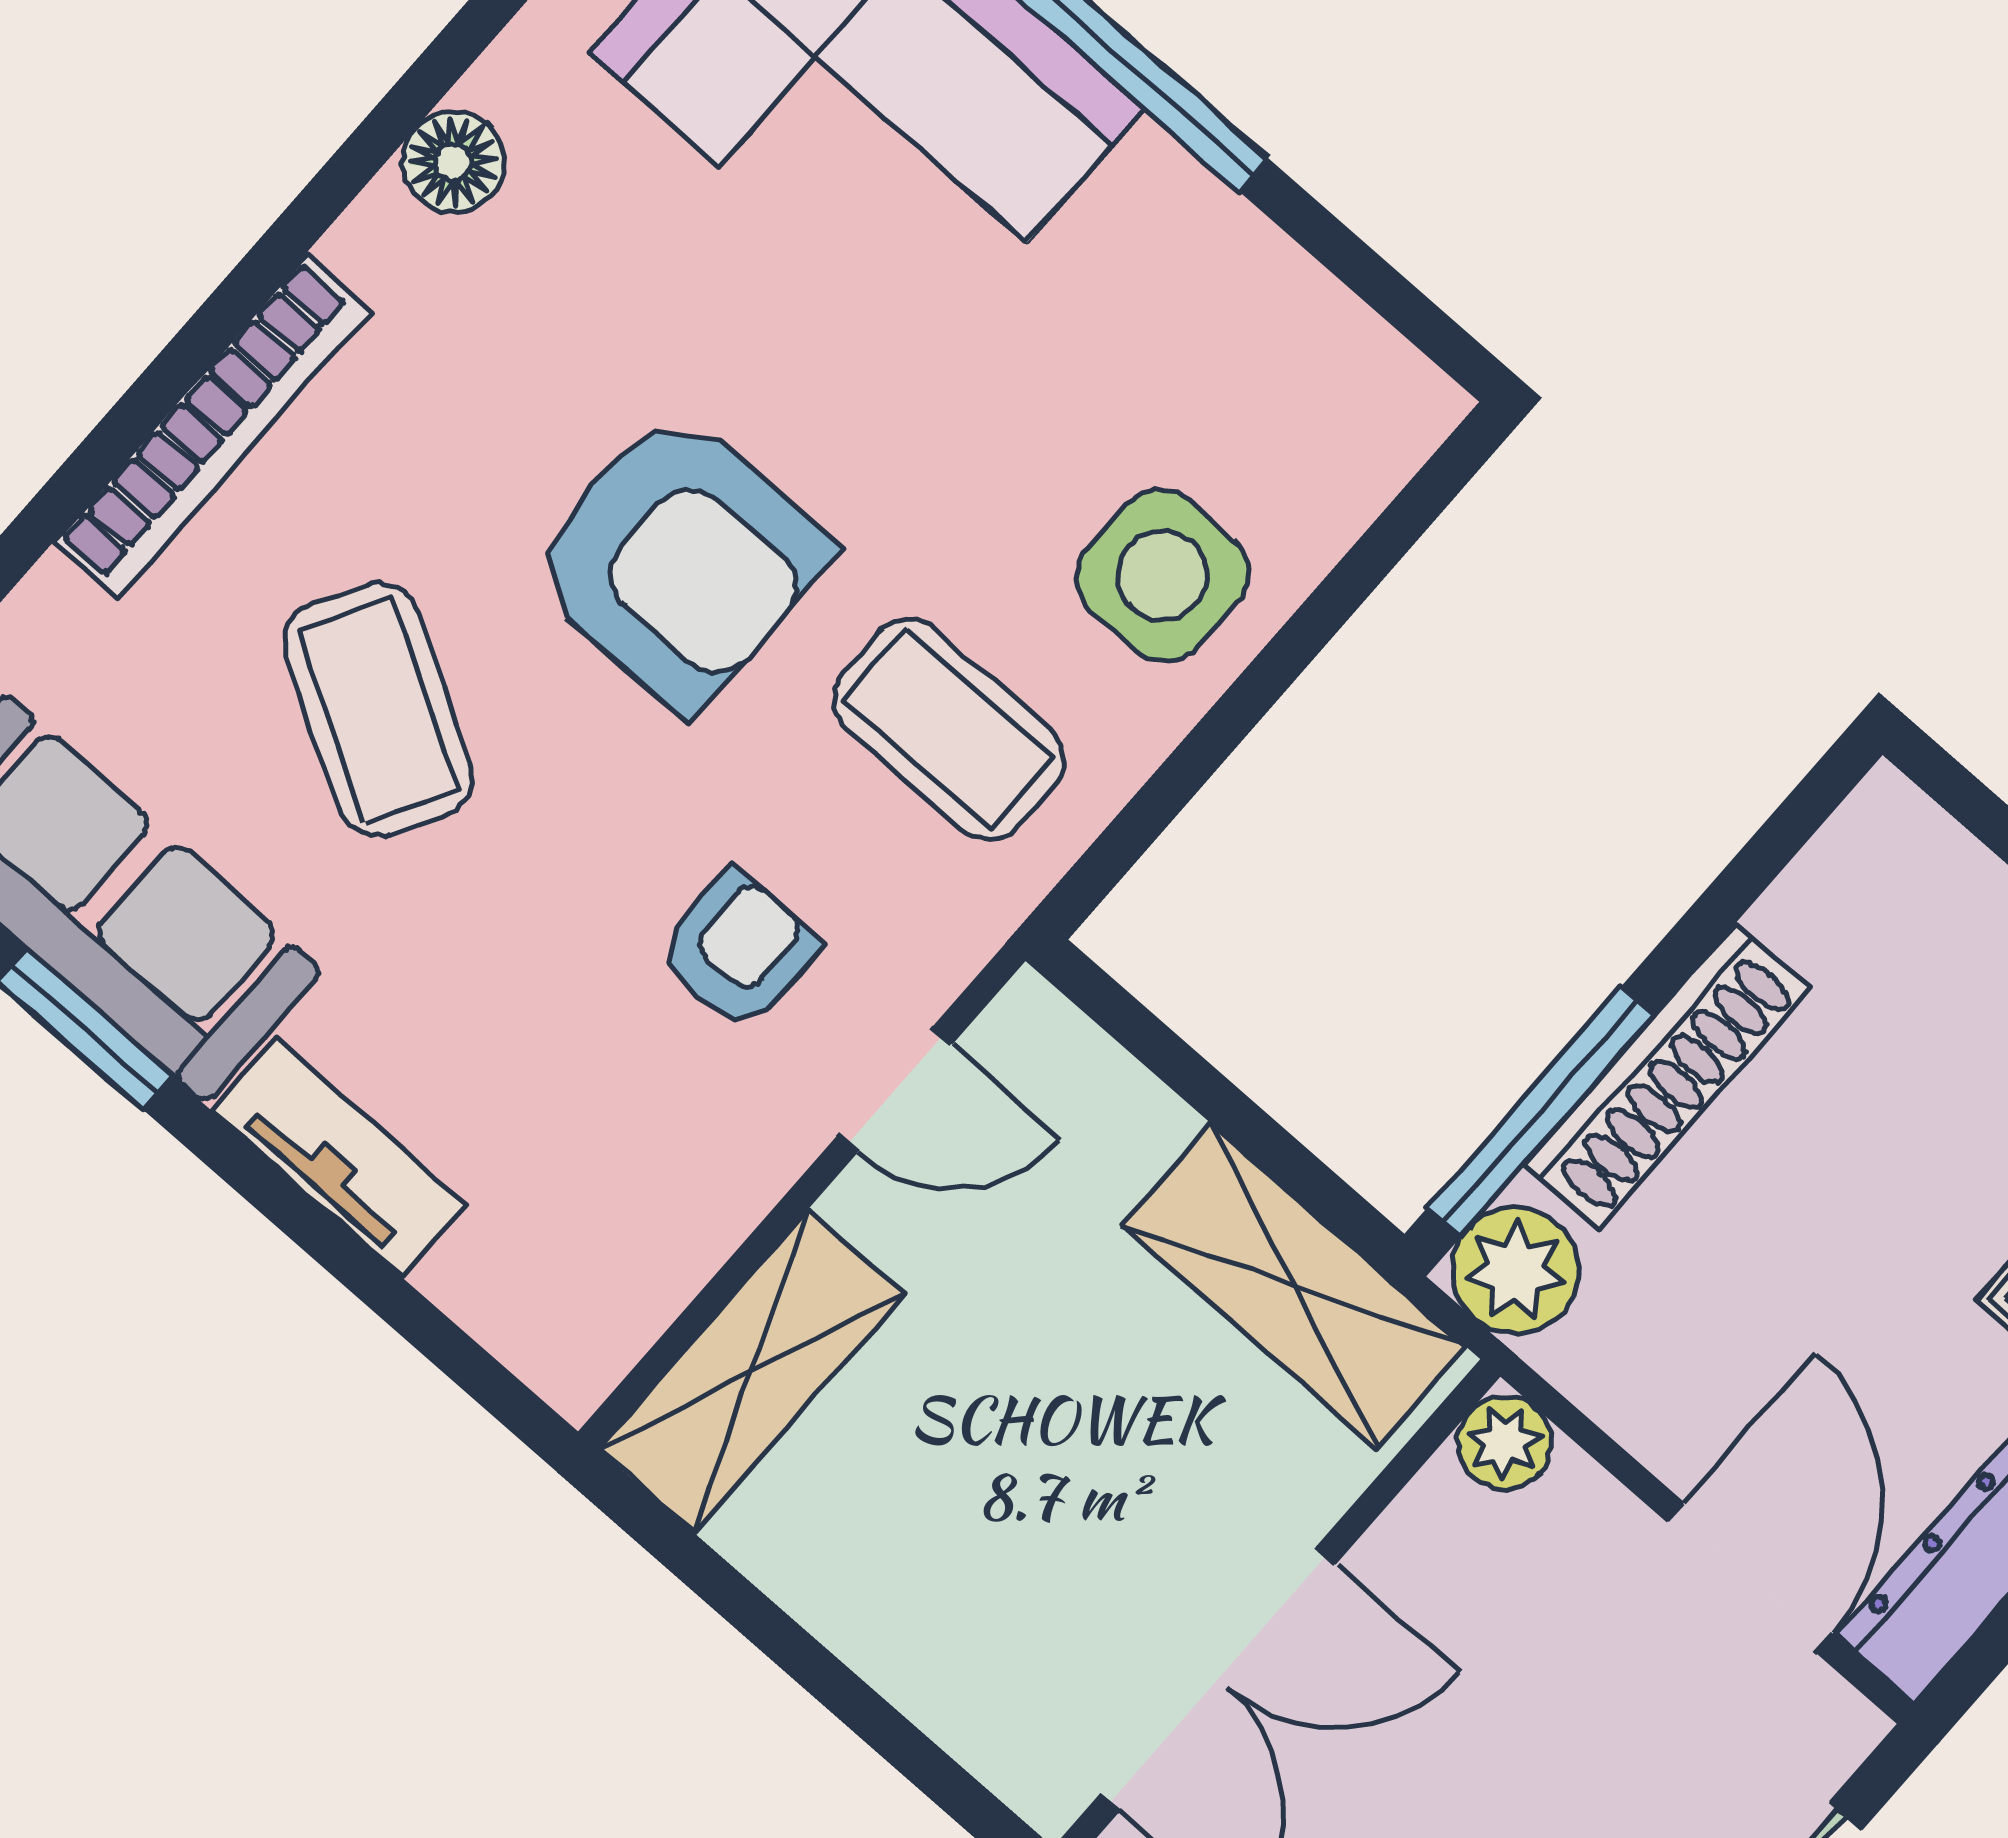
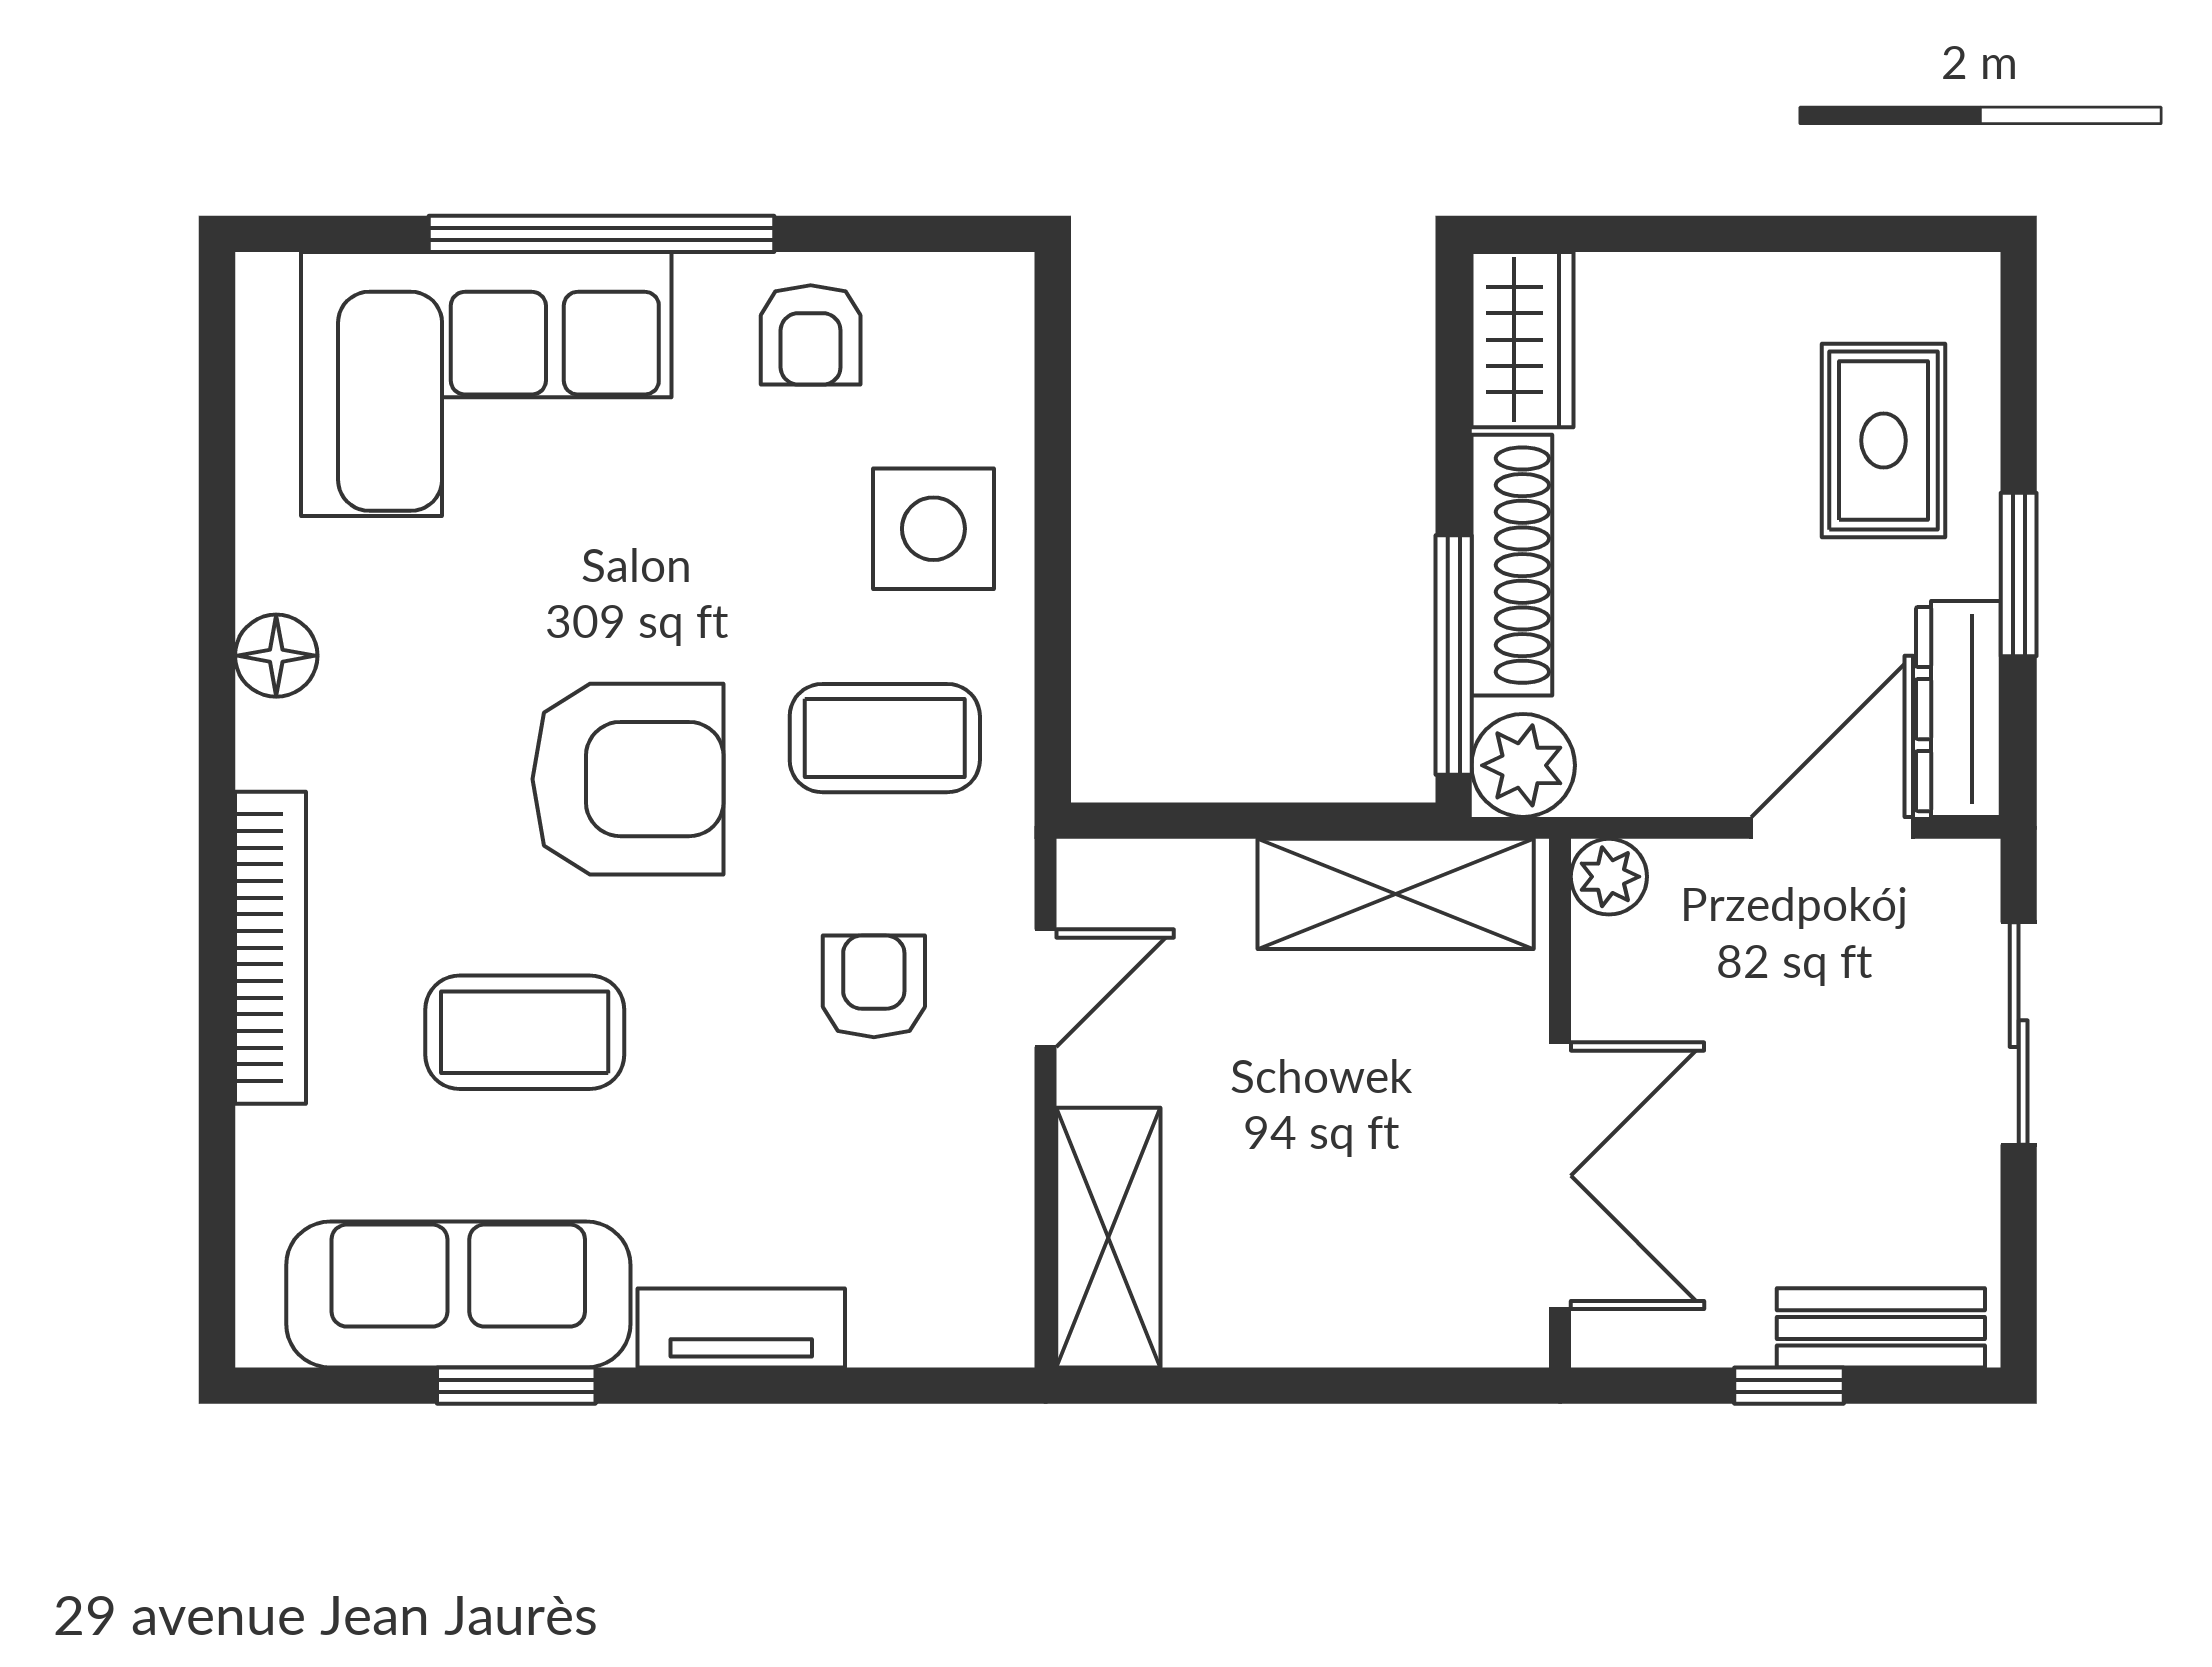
armchair: (1206, 297) -> (811, 335), added
coffee table: (378, 710) -> (525, 1032), turned -30
wardrobe: (1859, 877) -> (1523, 340), added
door: (1750, 1578) -> (1832, 828), hinge flipped

